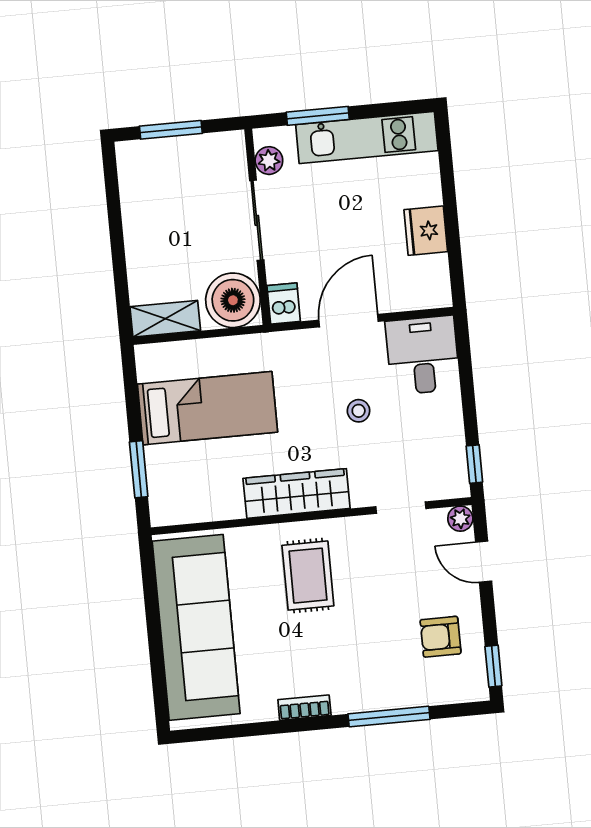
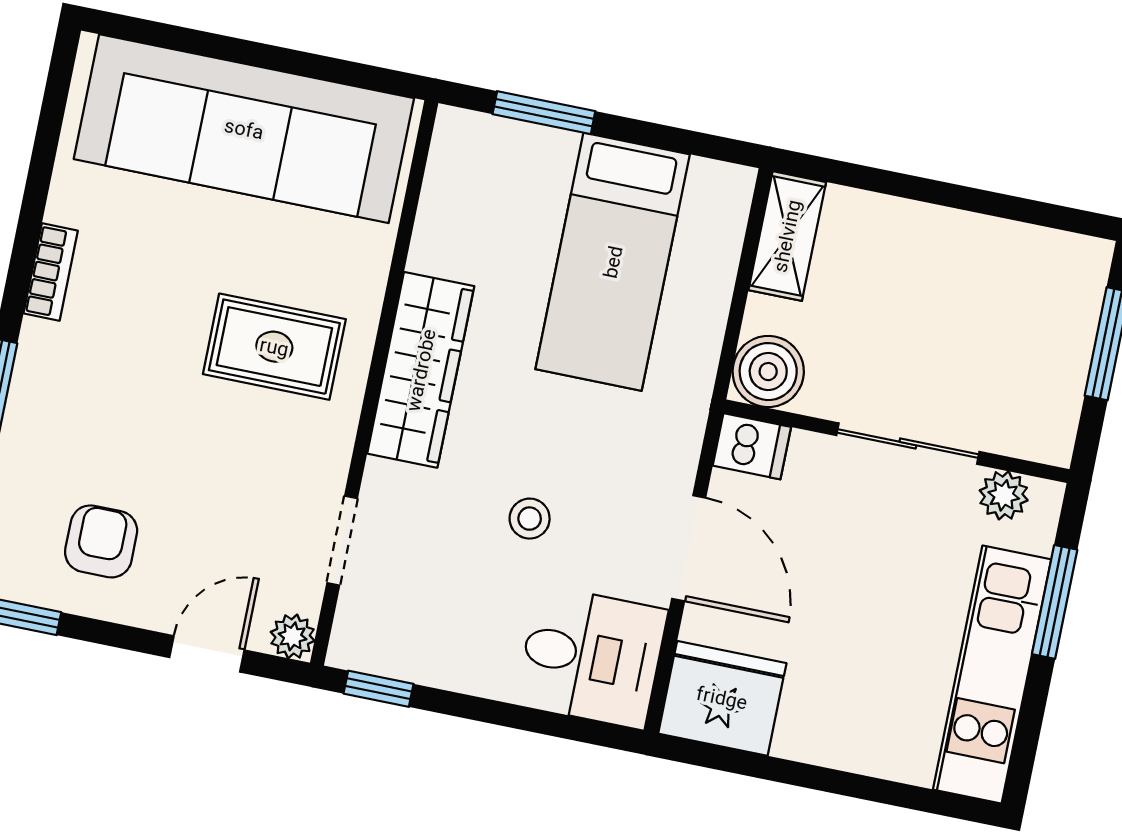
fridge: (426, 231) -> (722, 698), moved, width x1.36, depth x1.34
boiler: (233, 300) -> (768, 372), width x0.73, depth x0.73

